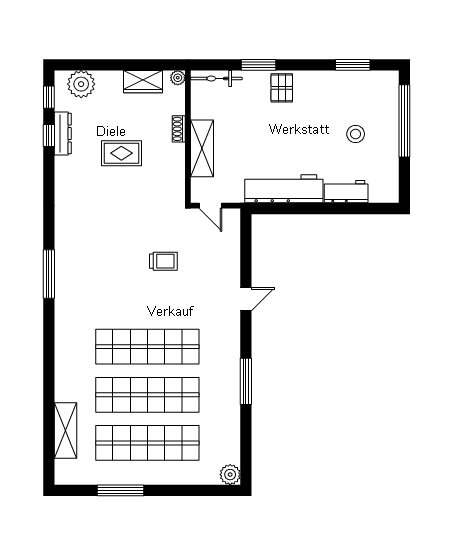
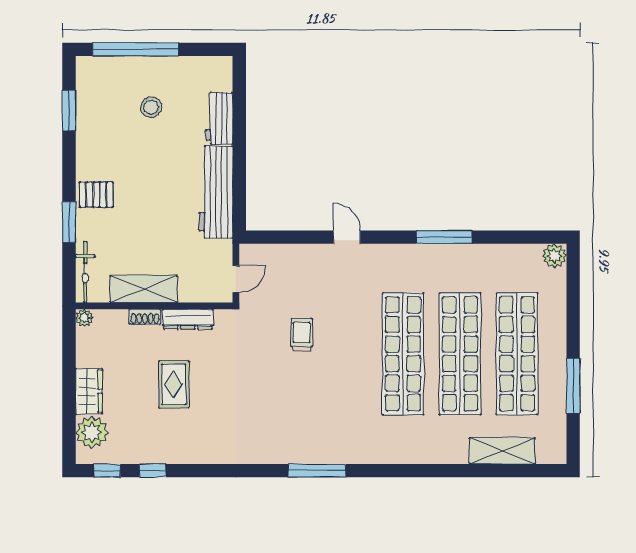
wardrobe: (143, 82) -> (89, 391), moved
dresser: (63, 134) -> (188, 319), moved, turned 180
shelving: (202, 148) -> (144, 289), moved

